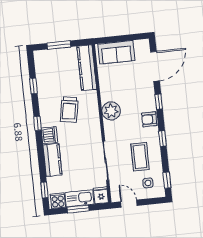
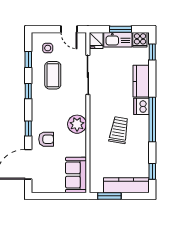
window: (59, 45) -> (109, 196), moved
sofa: (116, 52) -> (76, 175), moved, turned -90
kitchen counter: (87, 68) -> (126, 185), moved, turned -90
window: (34, 86) -> (152, 171), moved
armchair: (149, 119) -> (46, 139), moved
window: (37, 123) -> (152, 120), width x3.17
window: (167, 180) -> (28, 59), moved

